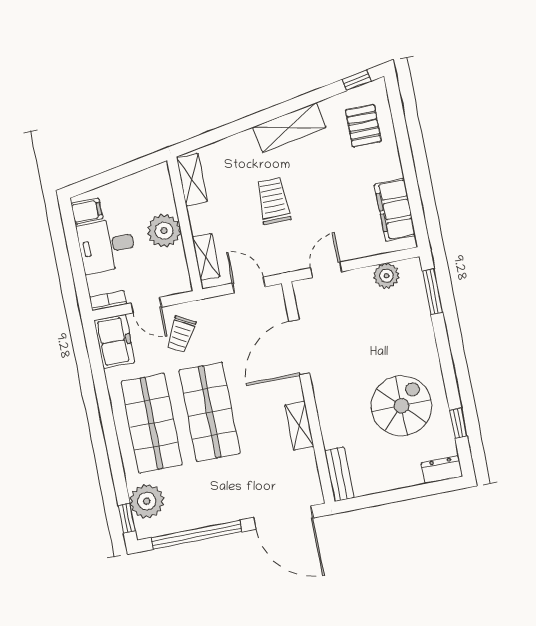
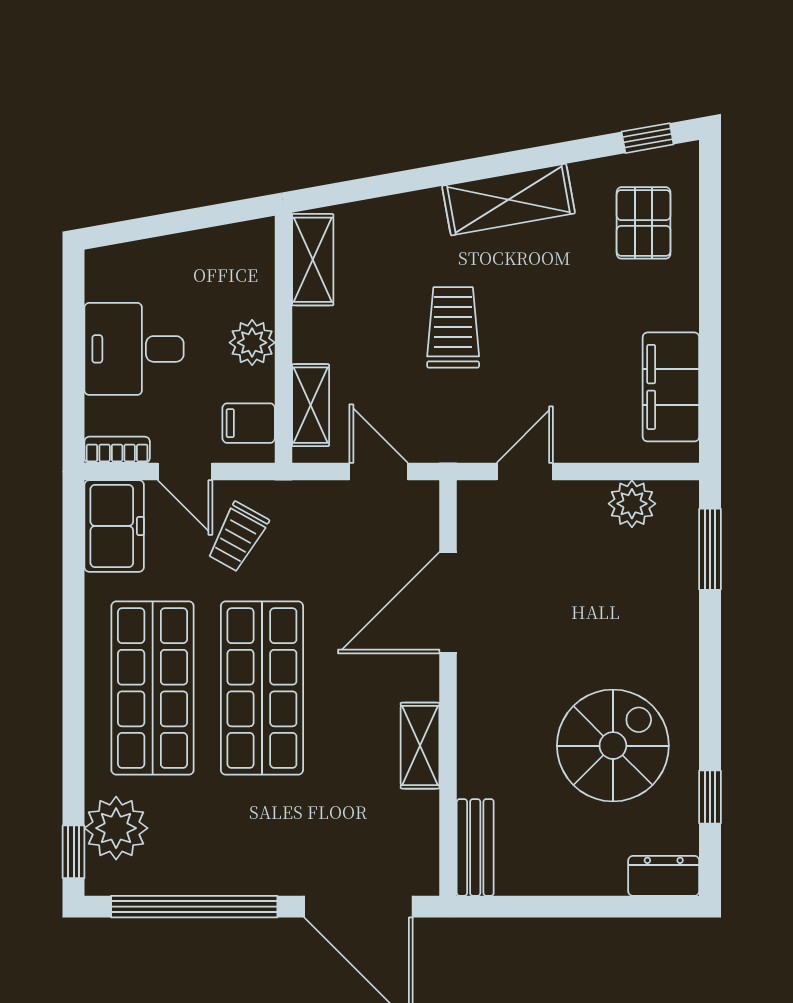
filing cabinet: (87, 211) -> (249, 423), moved, turned 180
plant: (164, 231) -> (252, 343), width x0.73, depth x0.73

